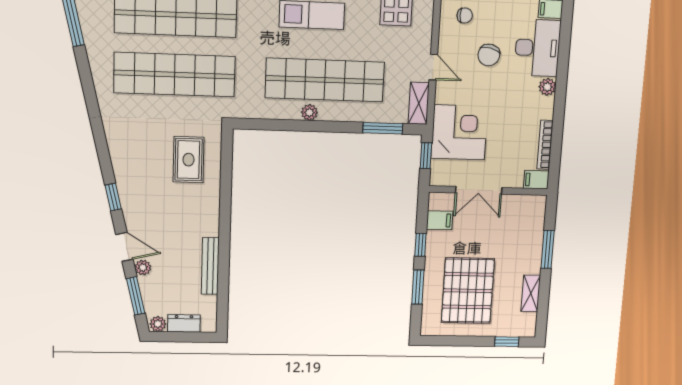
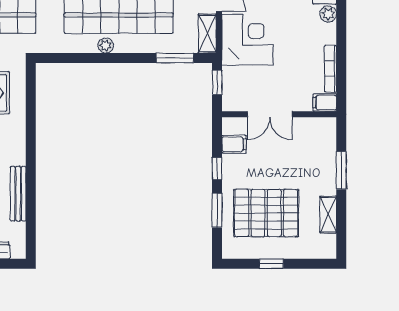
corner desk: (459, 132) -> (247, 40), moved
pallet: (468, 291) -> (266, 213), turned 90
window: (507, 342) -> (271, 264), moved

